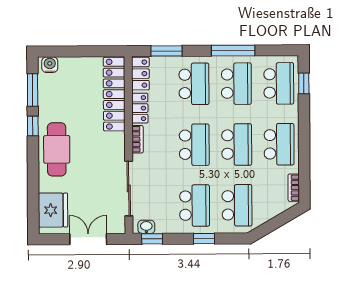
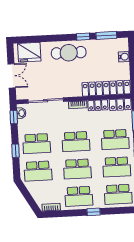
water cooler: (50, 65) -> (124, 57), moved
window: (304, 83) -> (94, 212), moved

